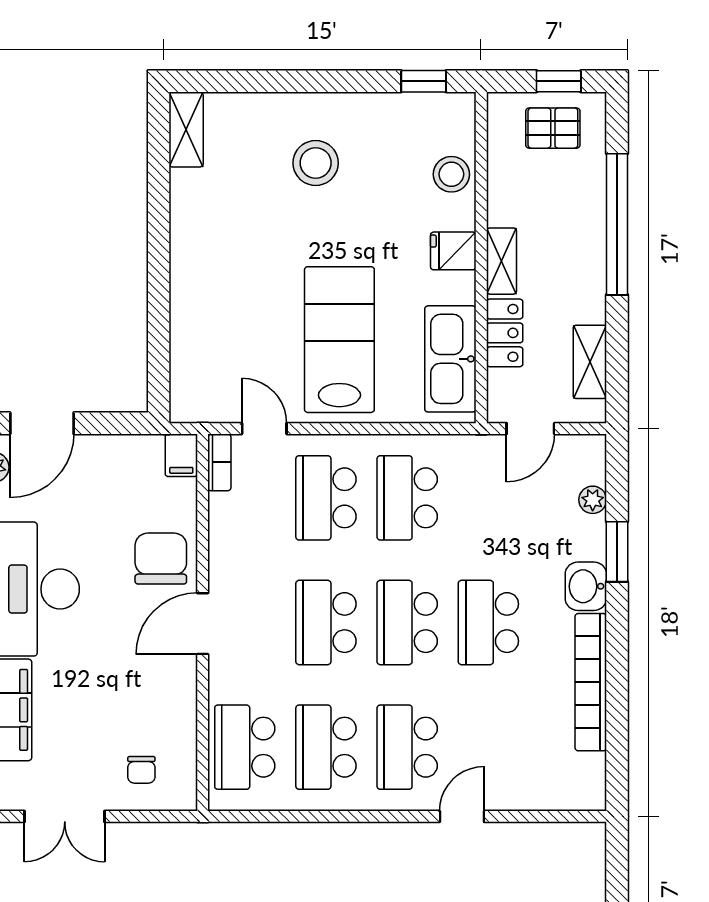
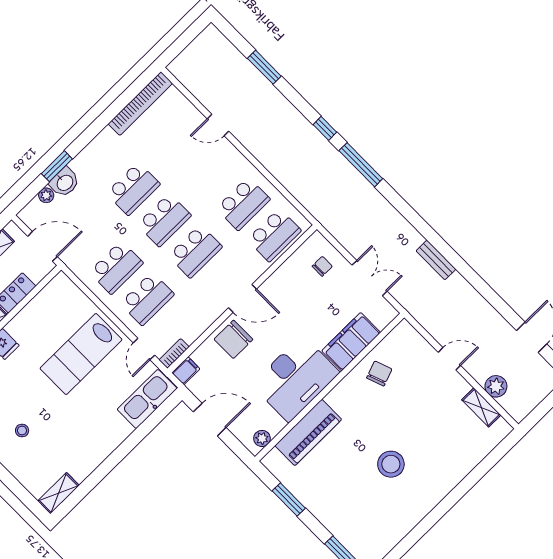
stool: (316, 163) -> (22, 430), width x0.53, depth x0.53
kitchen sink: (450, 359) -> (147, 399), moved, turned 180
door: (42, 423) -> (210, 420), moved
door: (530, 429) -> (42, 246), width x1.38
washbasin: (586, 586) -> (64, 182), moved
bookcase: (591, 682) -> (140, 104), moved
school desk: (407, 747) -> (212, 173), removed

